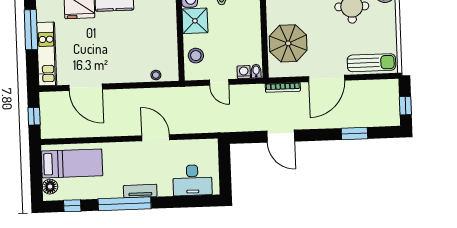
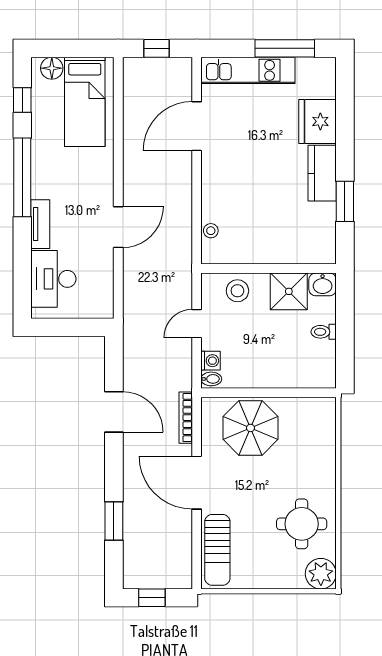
door: (281, 136) -> (114, 412), swing flipped
tv unit: (140, 191) -> (40, 224), moved

